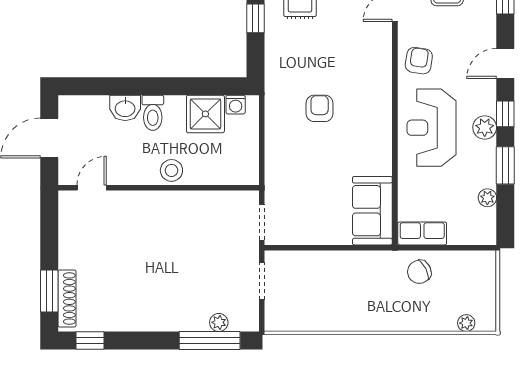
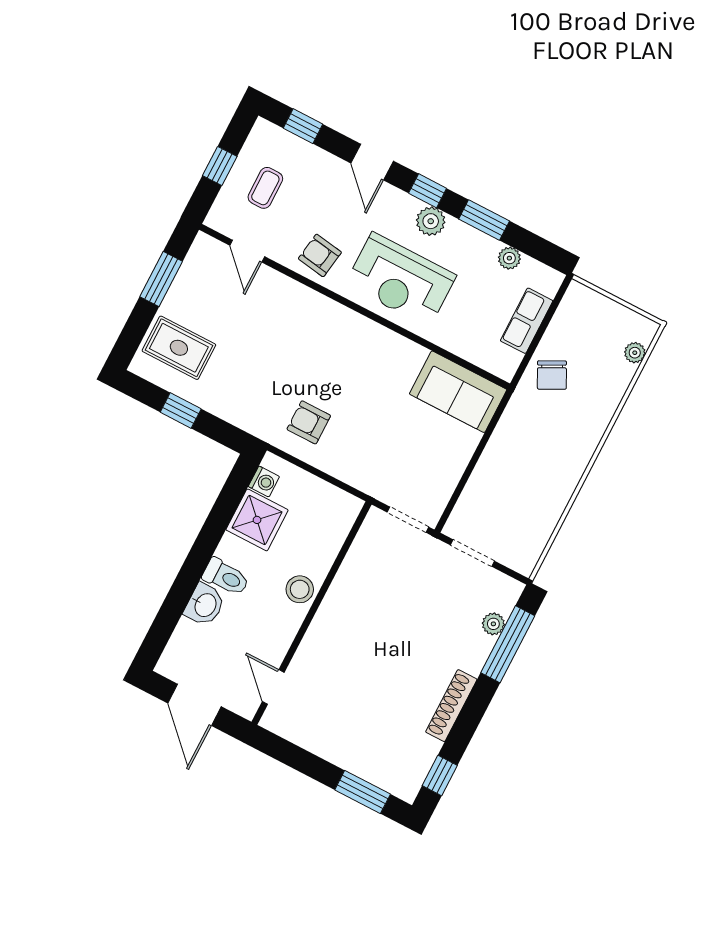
armchair: (320, 108) -> (309, 422), moved
row of seats: (422, 233) -> (527, 321), moved
shoe rack: (67, 299) -> (451, 706), moved, turned -90

